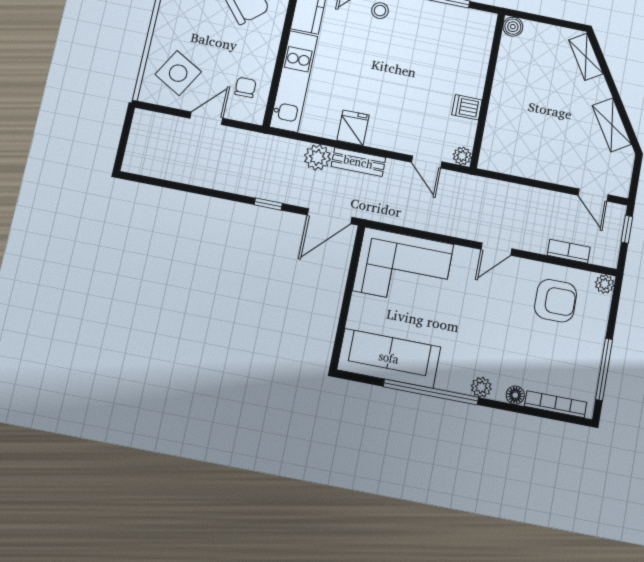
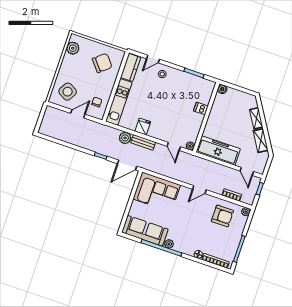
shelving: (586, 57) -> (256, 118), moved
dishwasher: (467, 107) -> (201, 108), moved
freezer: (524, 158) -> (218, 151), added
plant: (481, 387) -> (169, 244), moved

